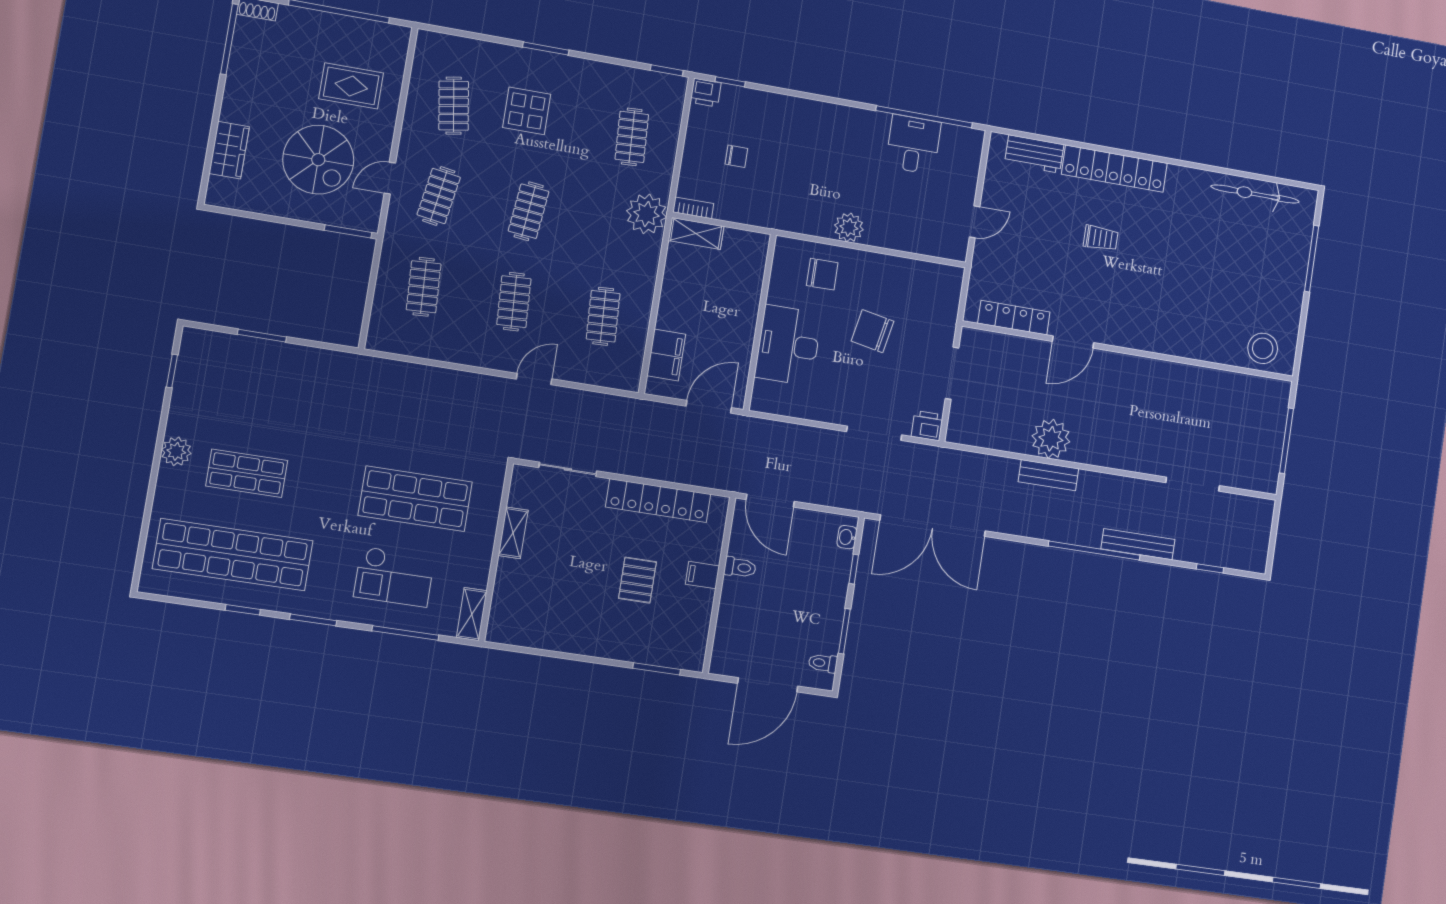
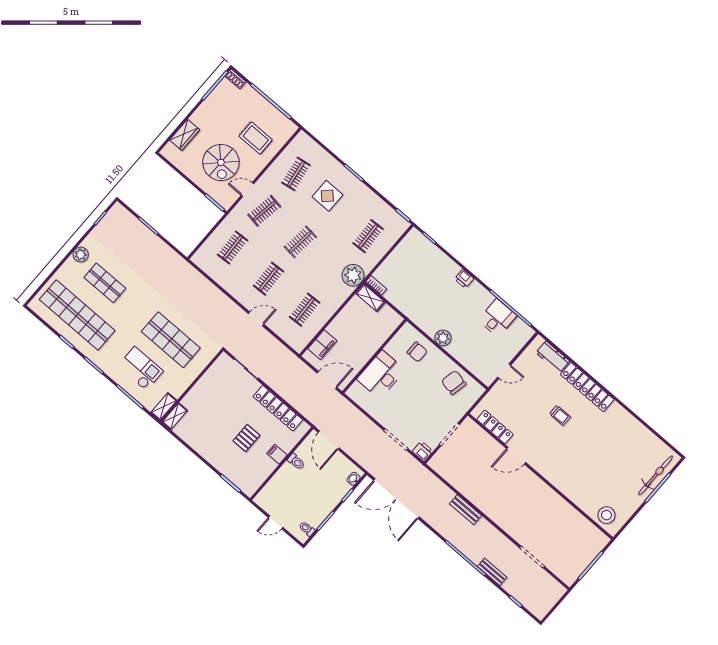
printer: (706, 93) -> (464, 279), moved
chair: (736, 156) -> (411, 274), removed
bicycle: (1255, 194) -> (655, 475), moved, turned 90
chair: (873, 331) -> (454, 383), moved
plant: (1051, 439) -> (477, 494), removed
shelving: (513, 533) -> (175, 416), moved
bench: (1138, 544) -> (492, 572), width x0.73
checkout: (394, 577) -> (140, 369), turned 180
door: (768, 685) -> (276, 522), width x0.53

